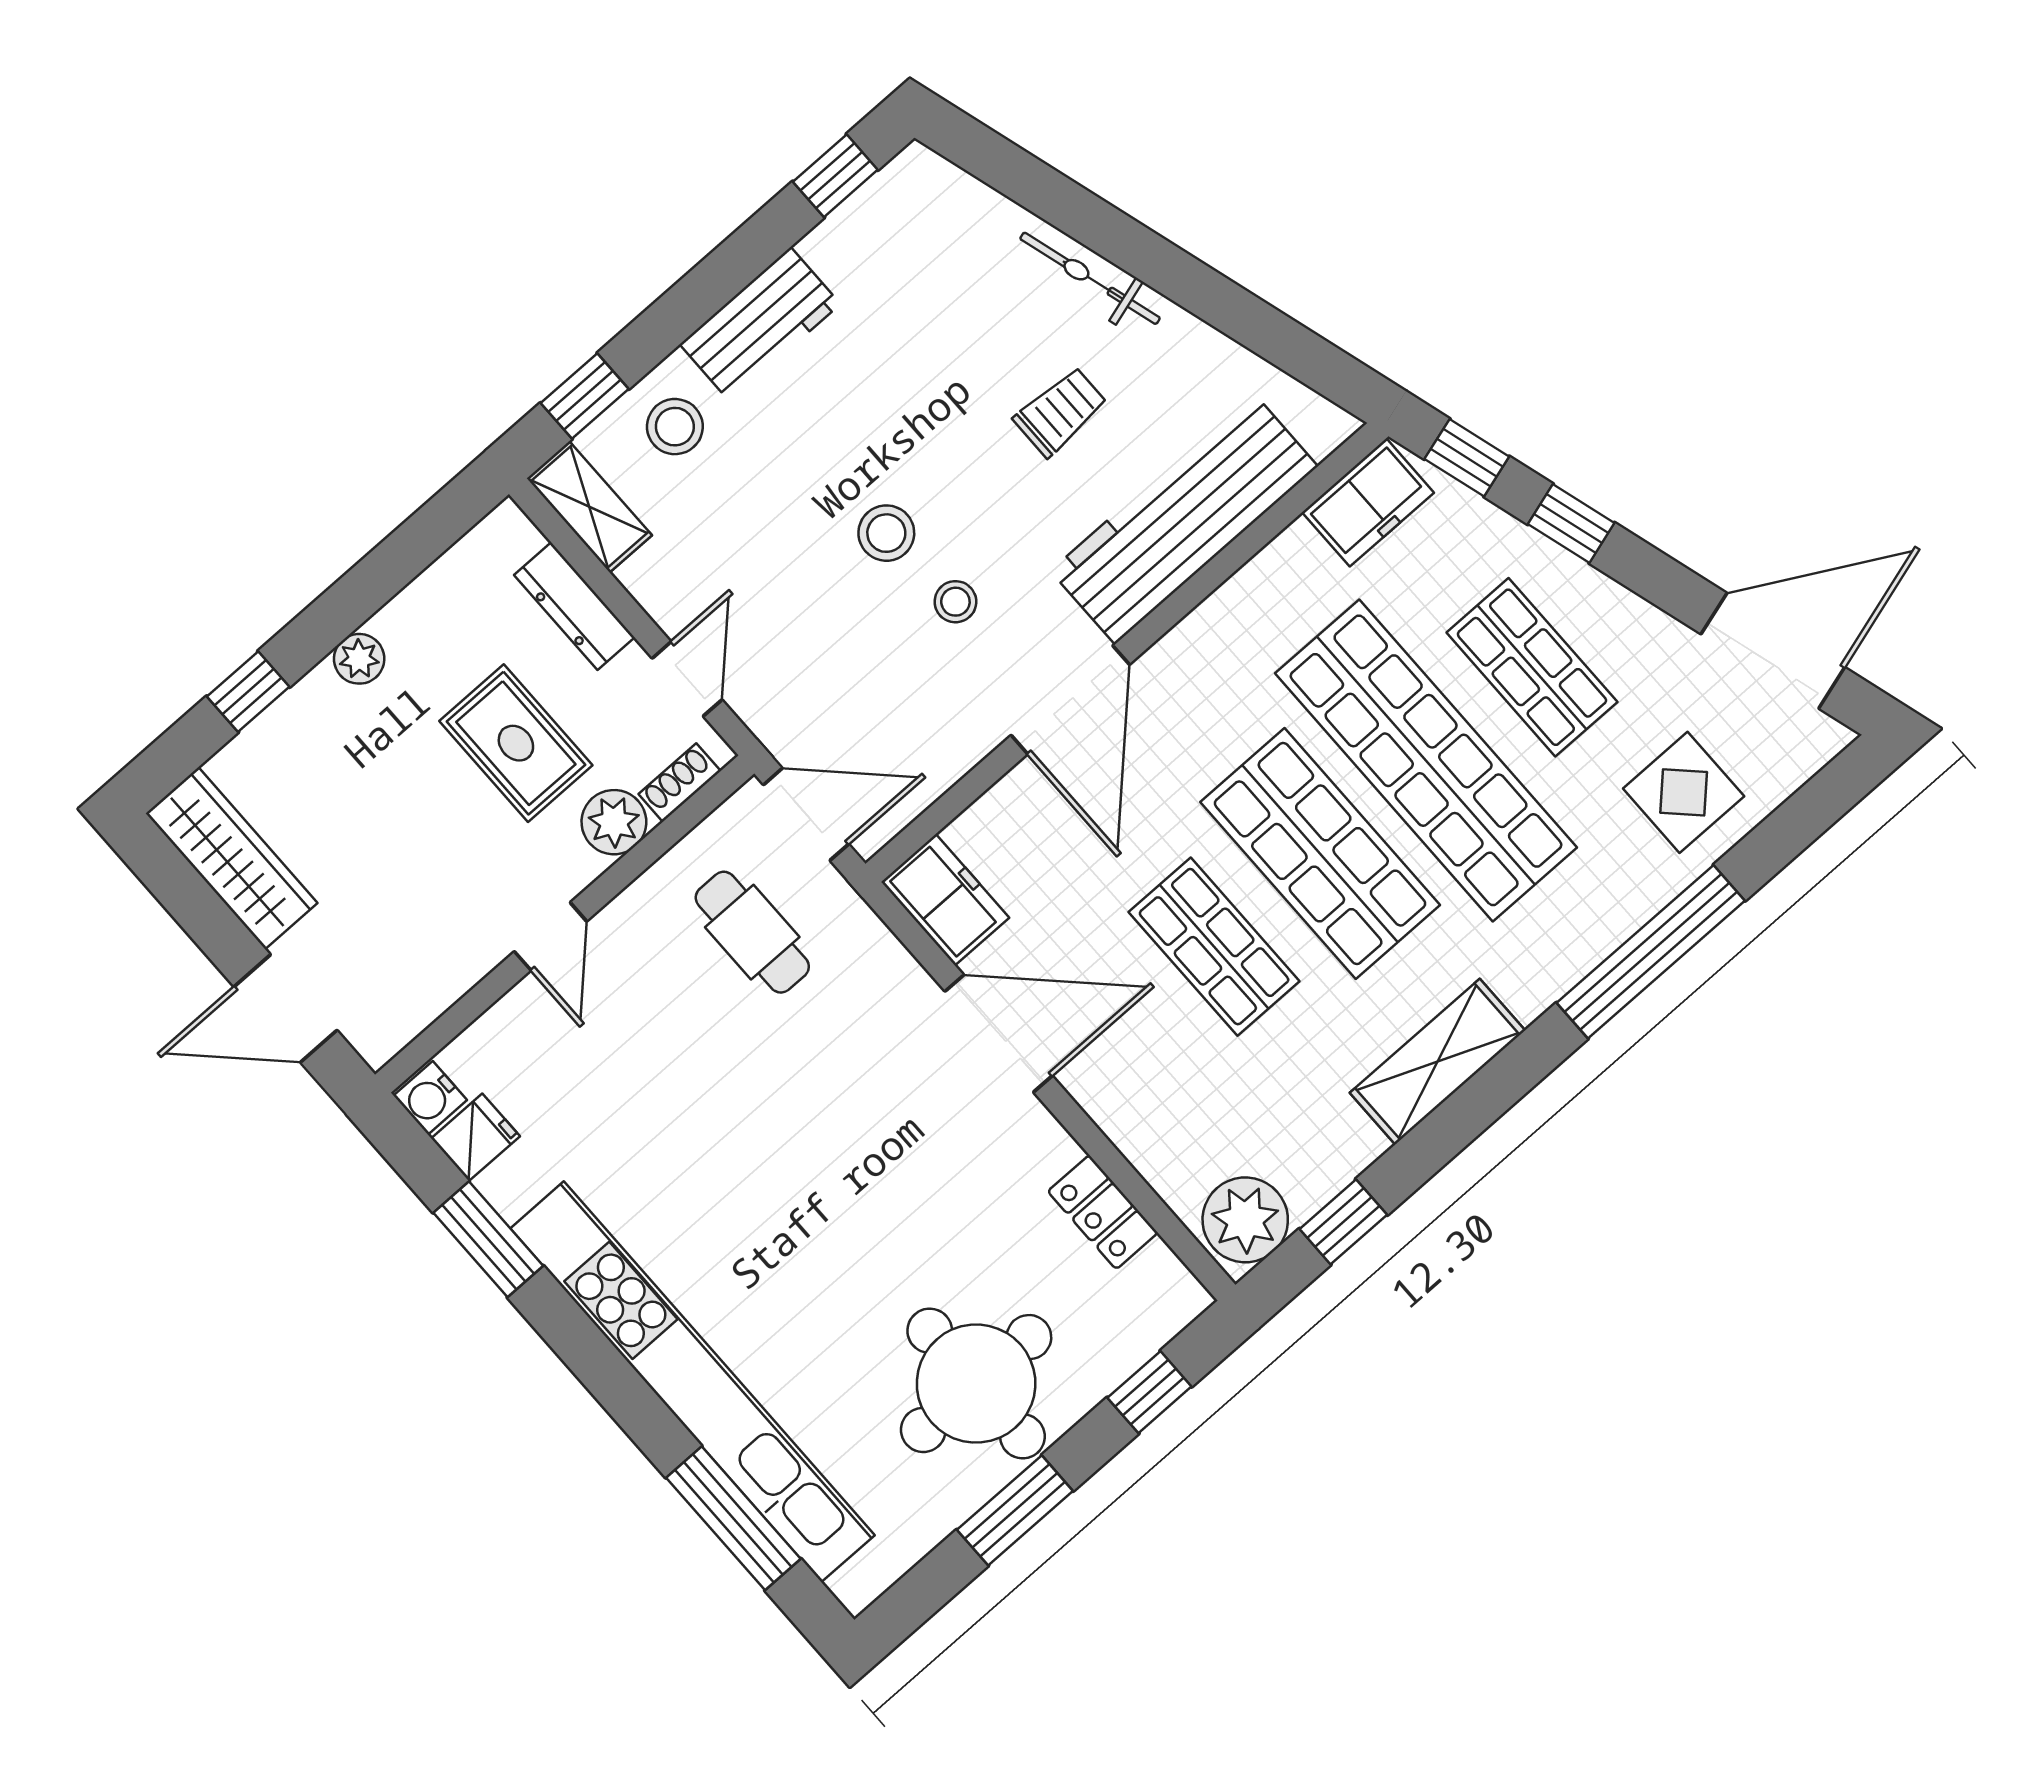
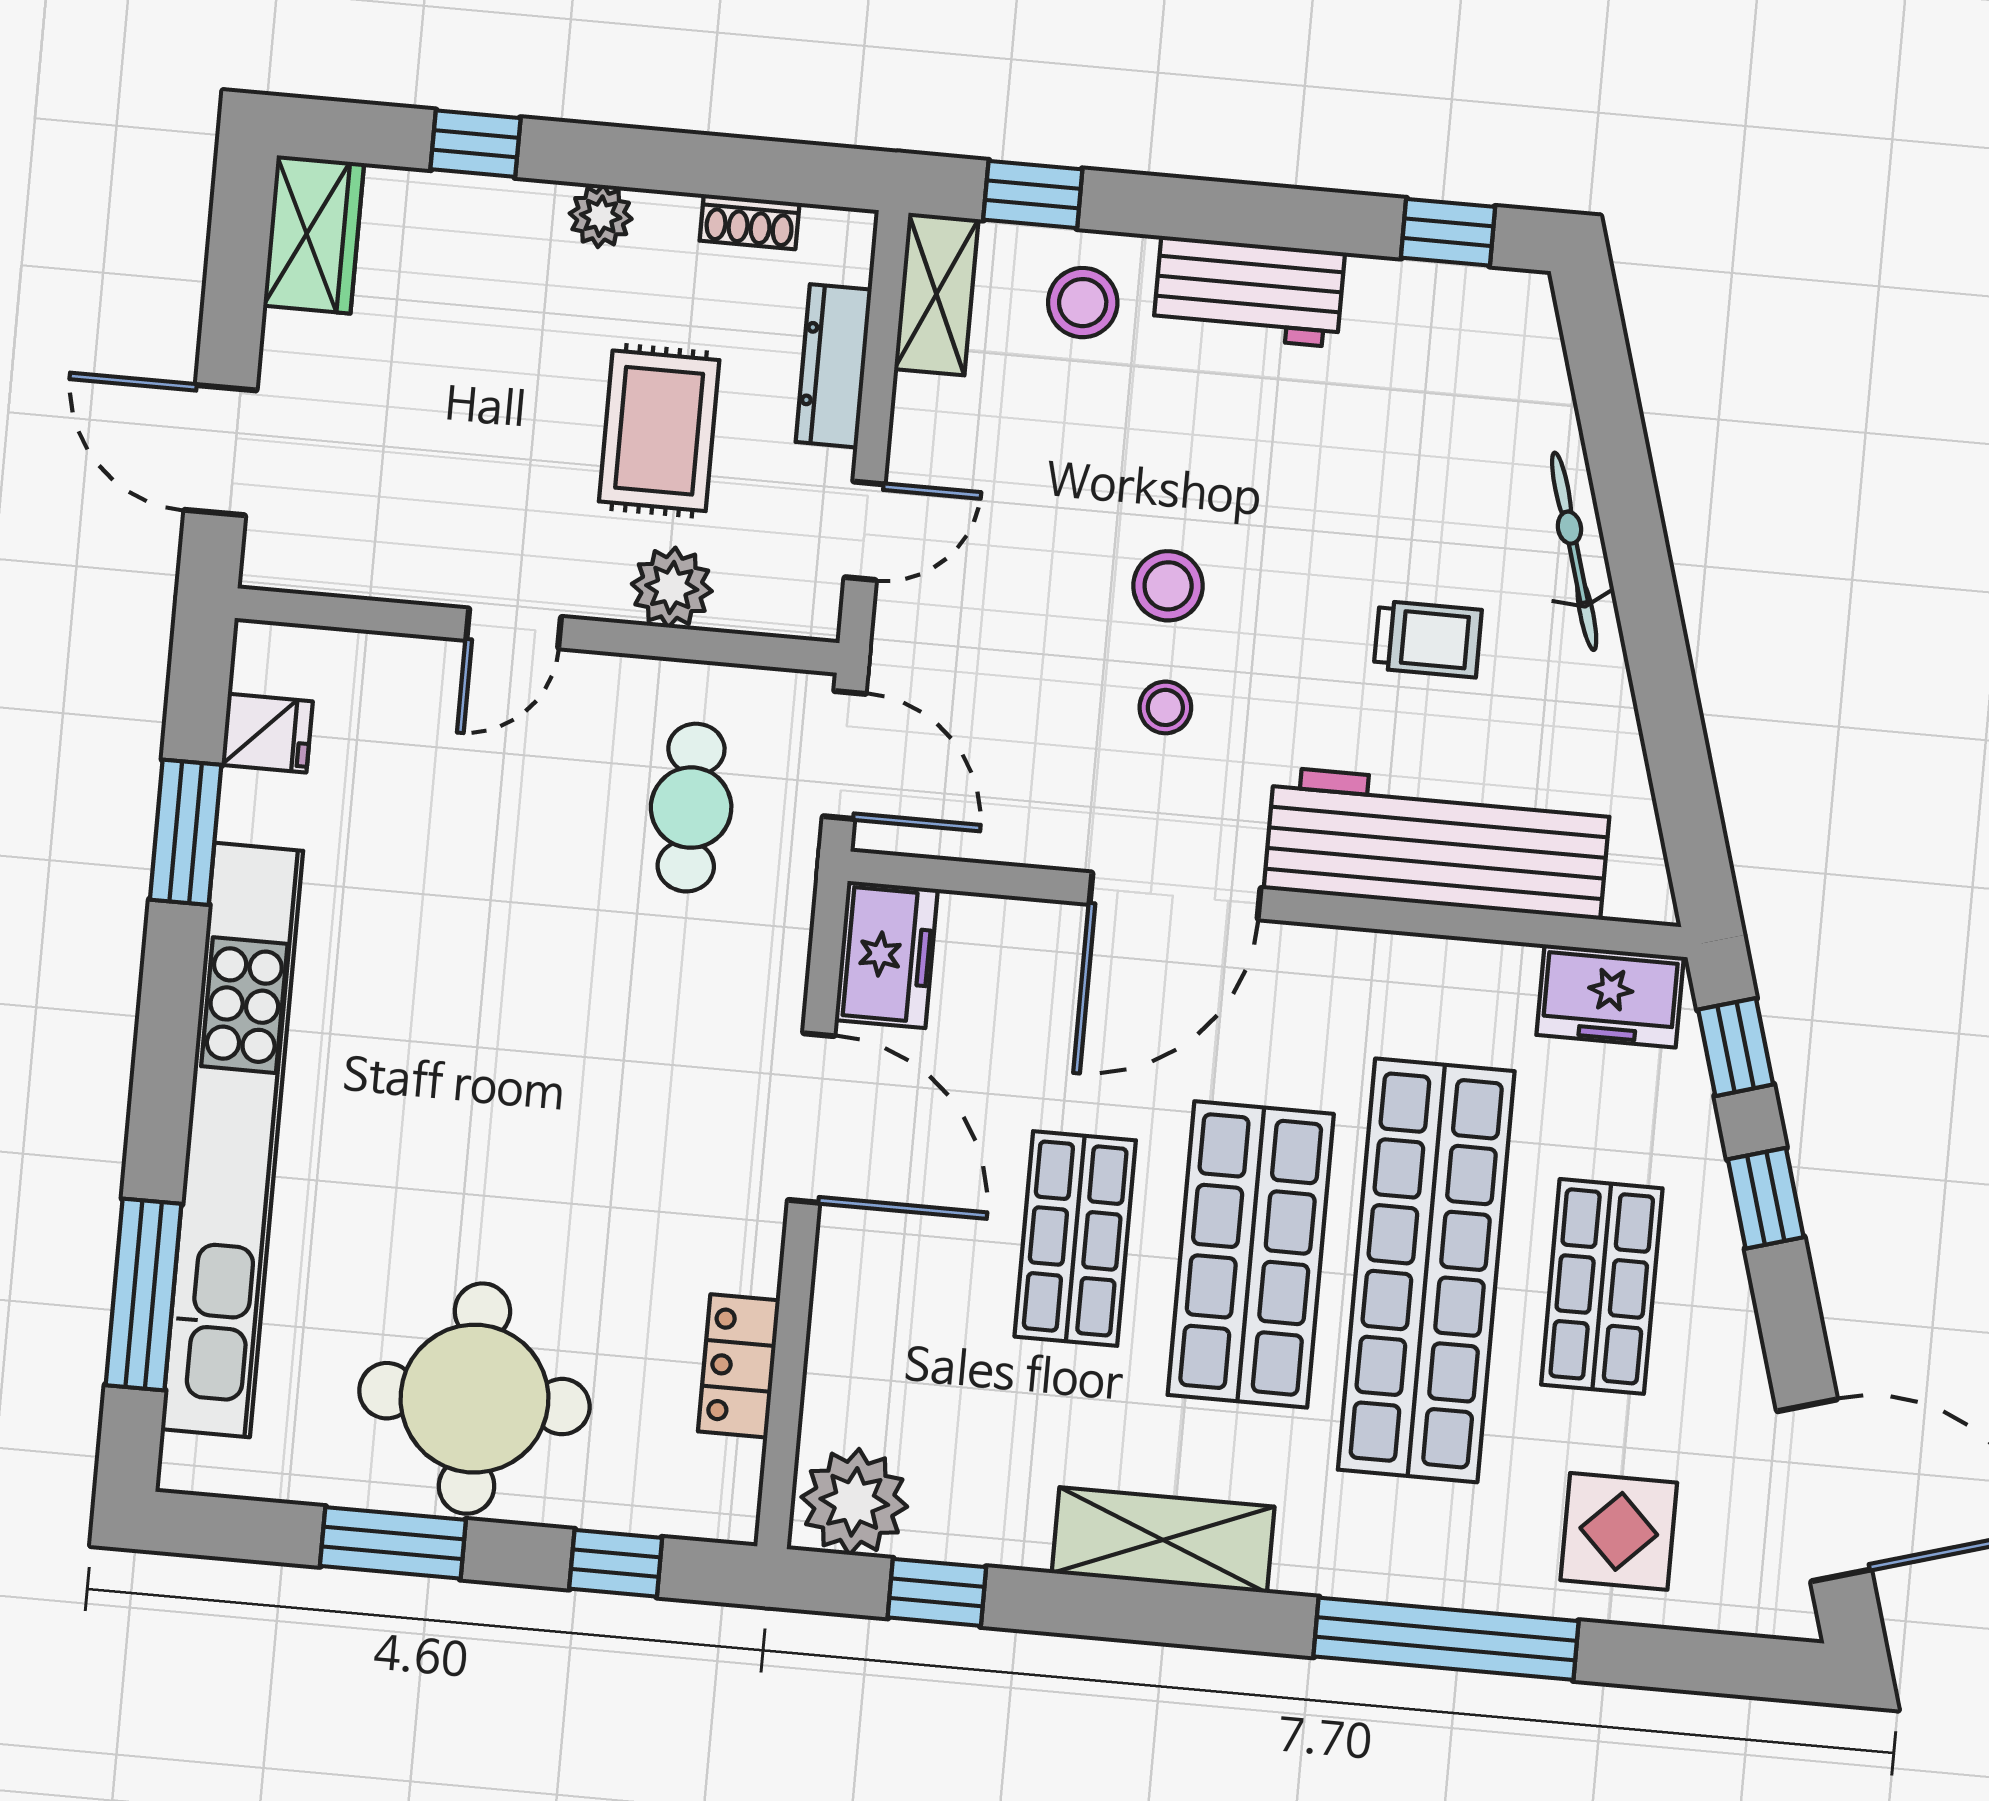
shoe rack: (680, 783) -> (750, 222), moved, turned 180
wardrobe: (232, 858) -> (314, 234), width x0.67
water cooler: (430, 1098) -> (264, 658), removed

